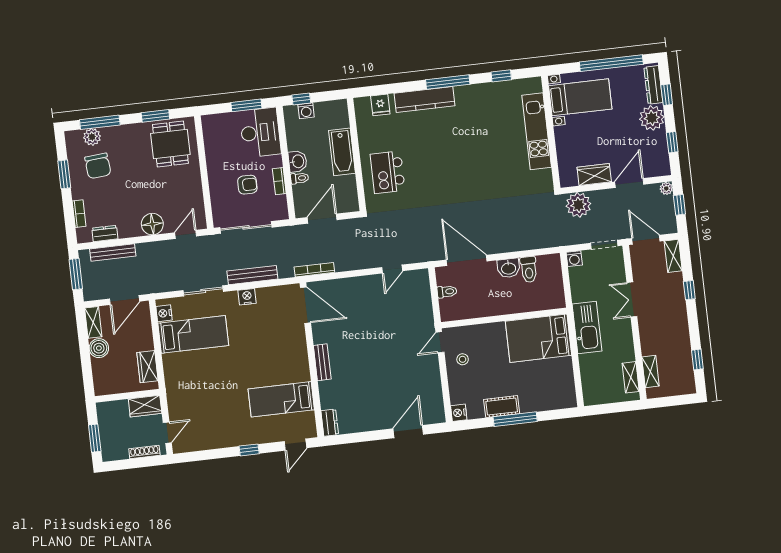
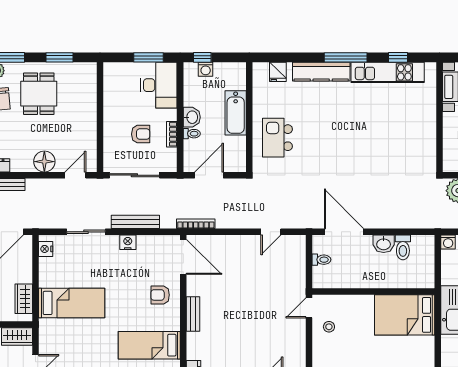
kitchen unit: (537, 131) -> (388, 72), moved, turned -90
dining table: (170, 144) -> (39, 94), moved
bed: (193, 334) -> (72, 303), moved
armchair: (286, 347) -> (160, 295), added

